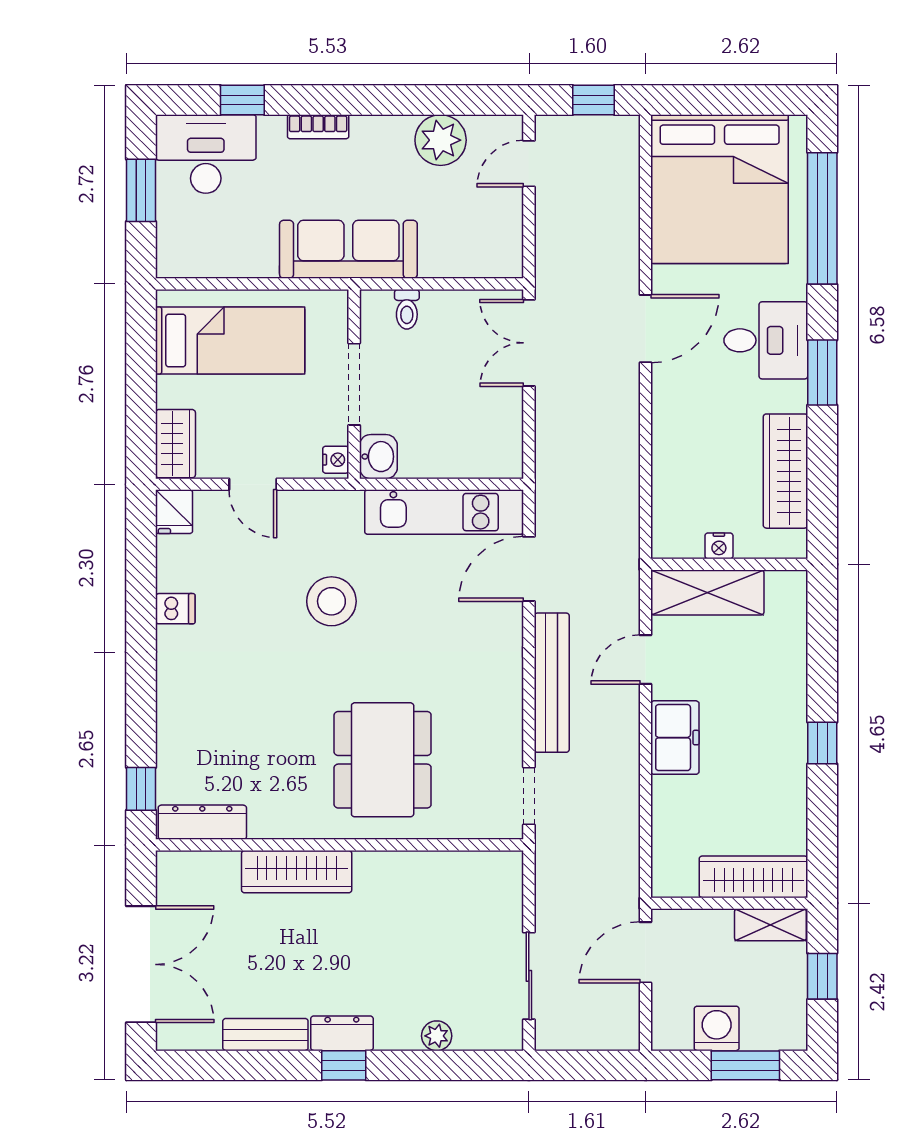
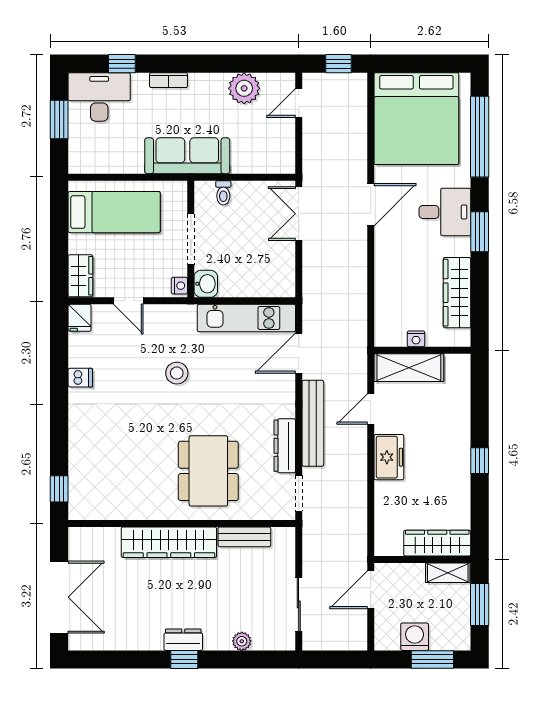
stool: (331, 601) -> (177, 373), width x0.73, depth x0.73
dresser: (202, 822) -> (285, 446), moved, turned -90
wardrobe: (297, 872) -> (169, 542), width x1.40, depth x1.17
window: (822, 976) -> (480, 605), width x1.50
bench: (265, 1035) -> (244, 537), moved

